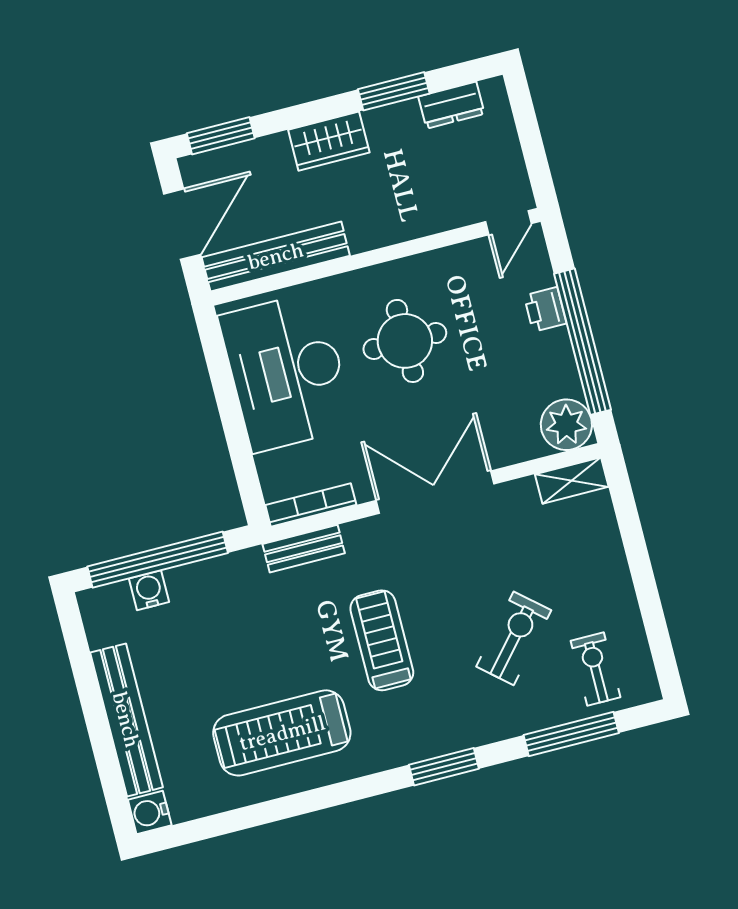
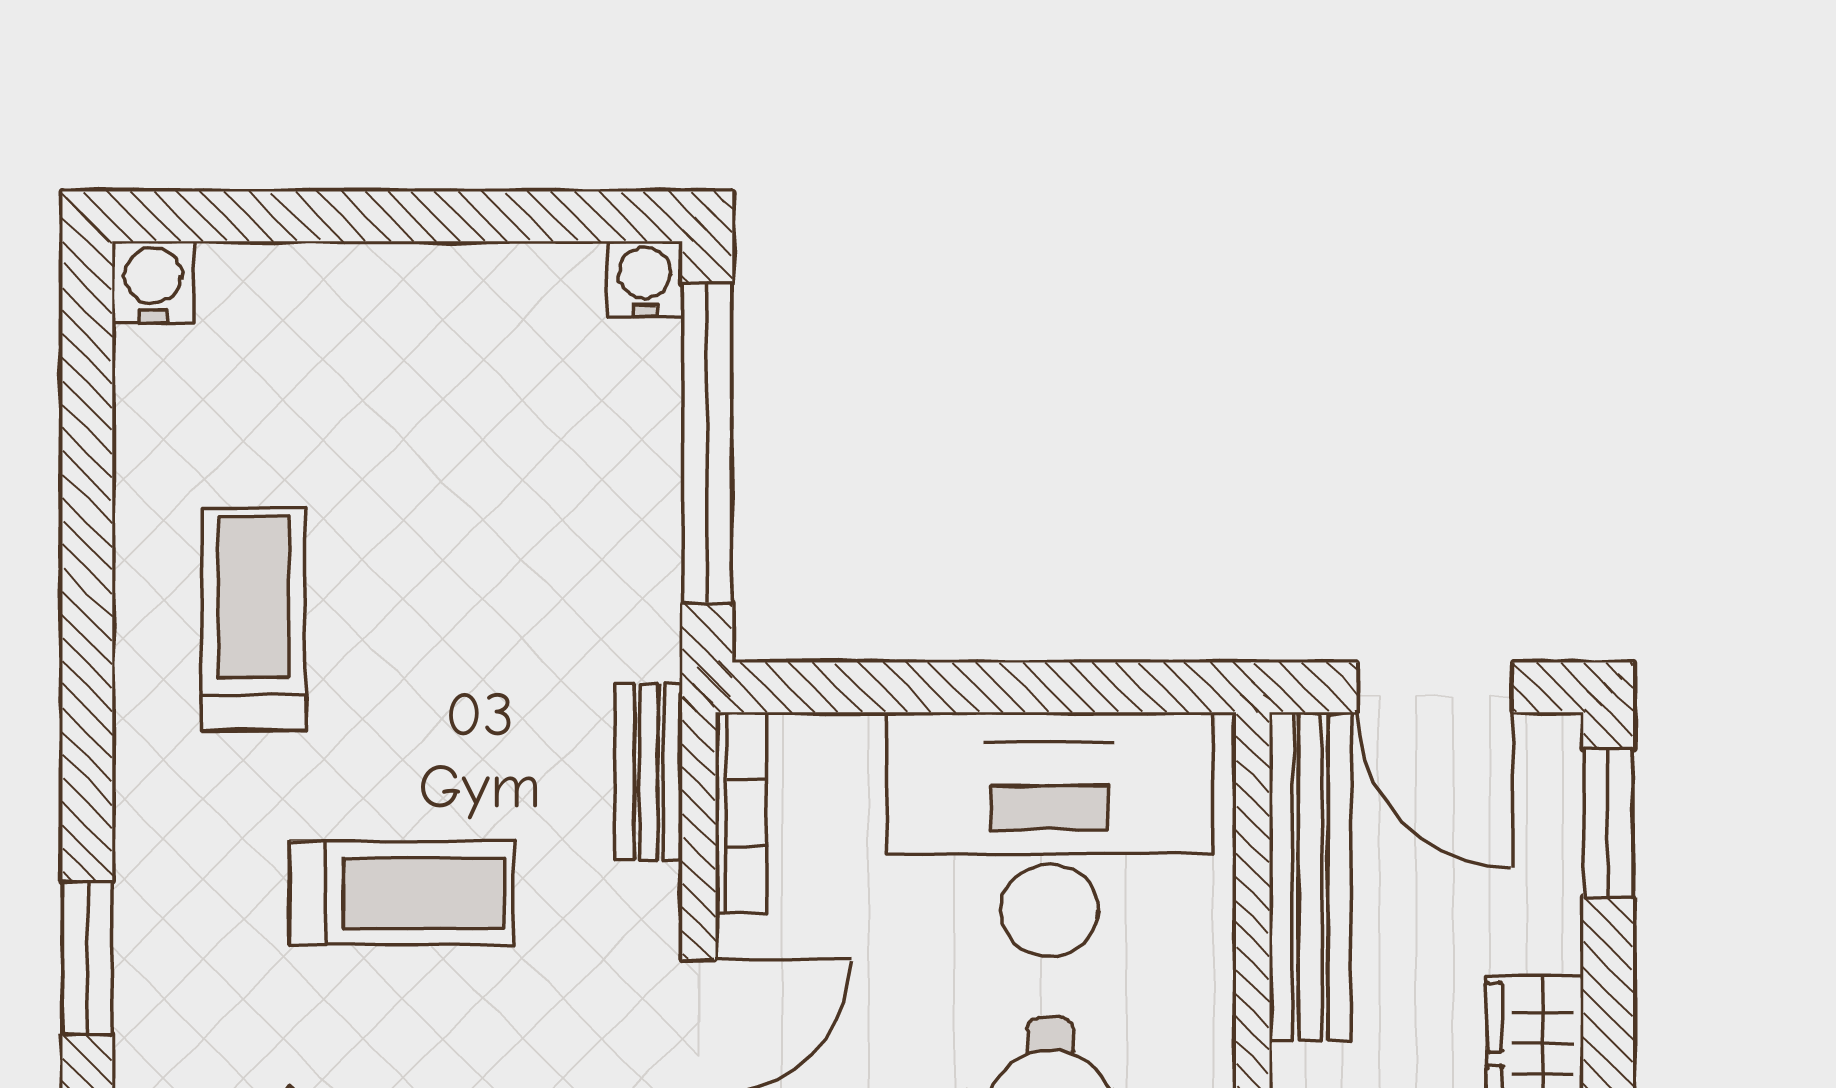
water cooler: (149, 590) -> (645, 279), moved, turned -90
bench: (126, 720) -> (371, 283), removed
treadmill: (282, 733) -> (254, 619), width x0.73, depth x0.73

